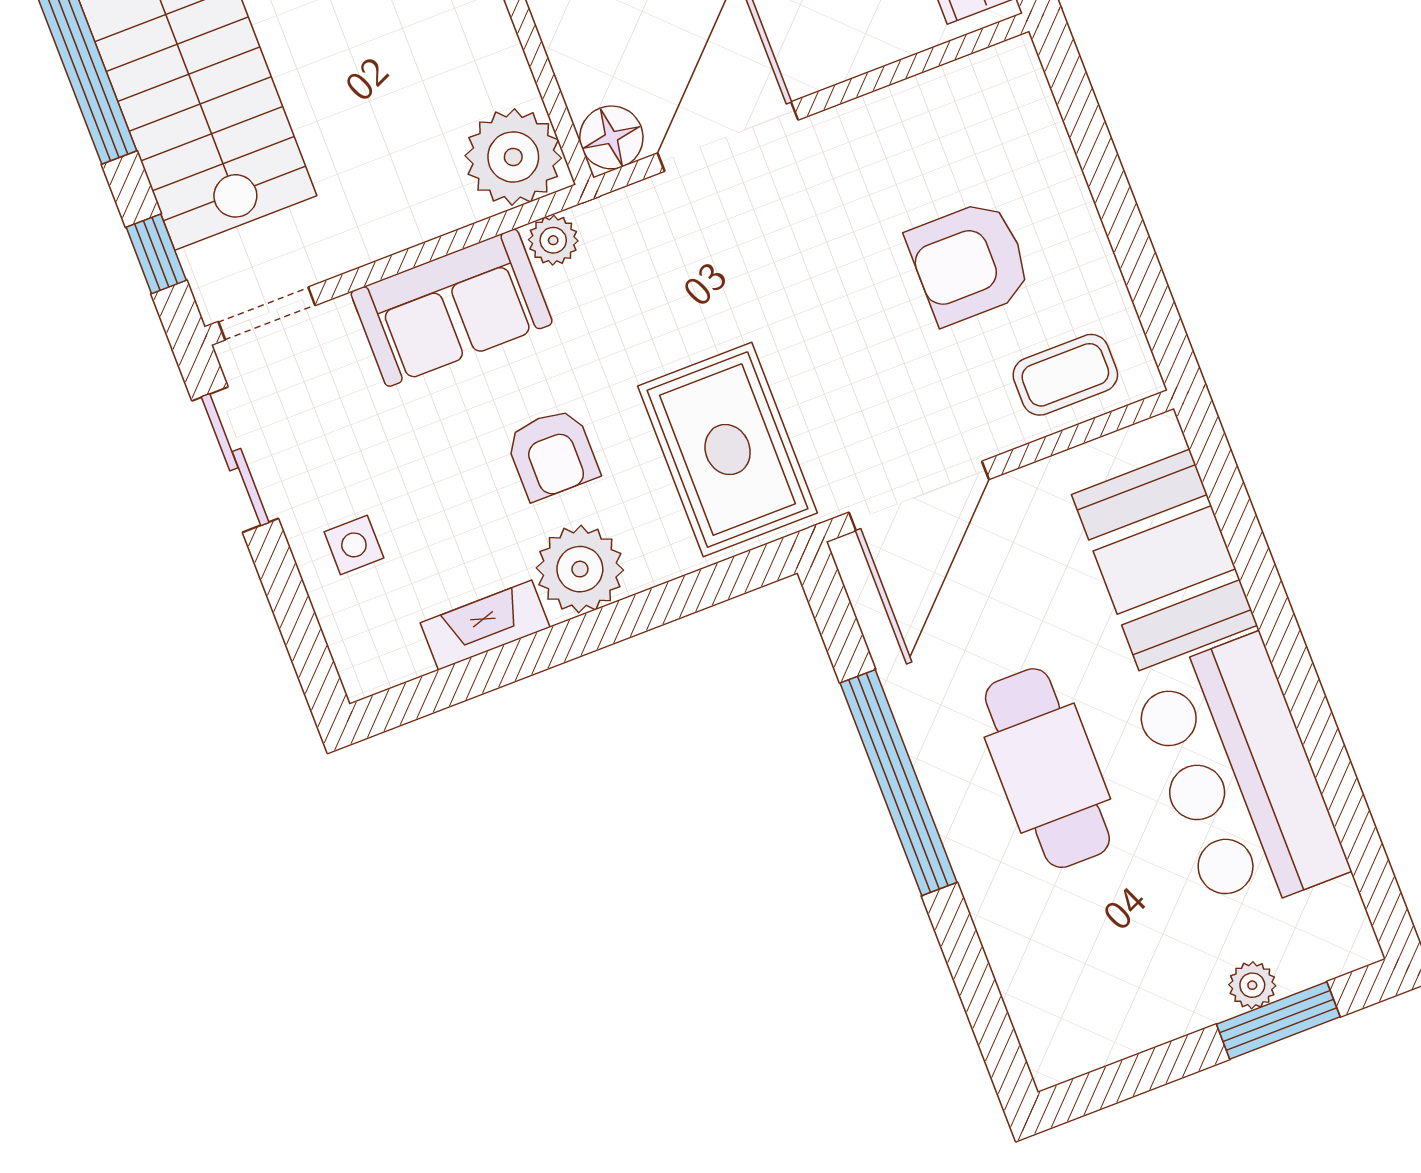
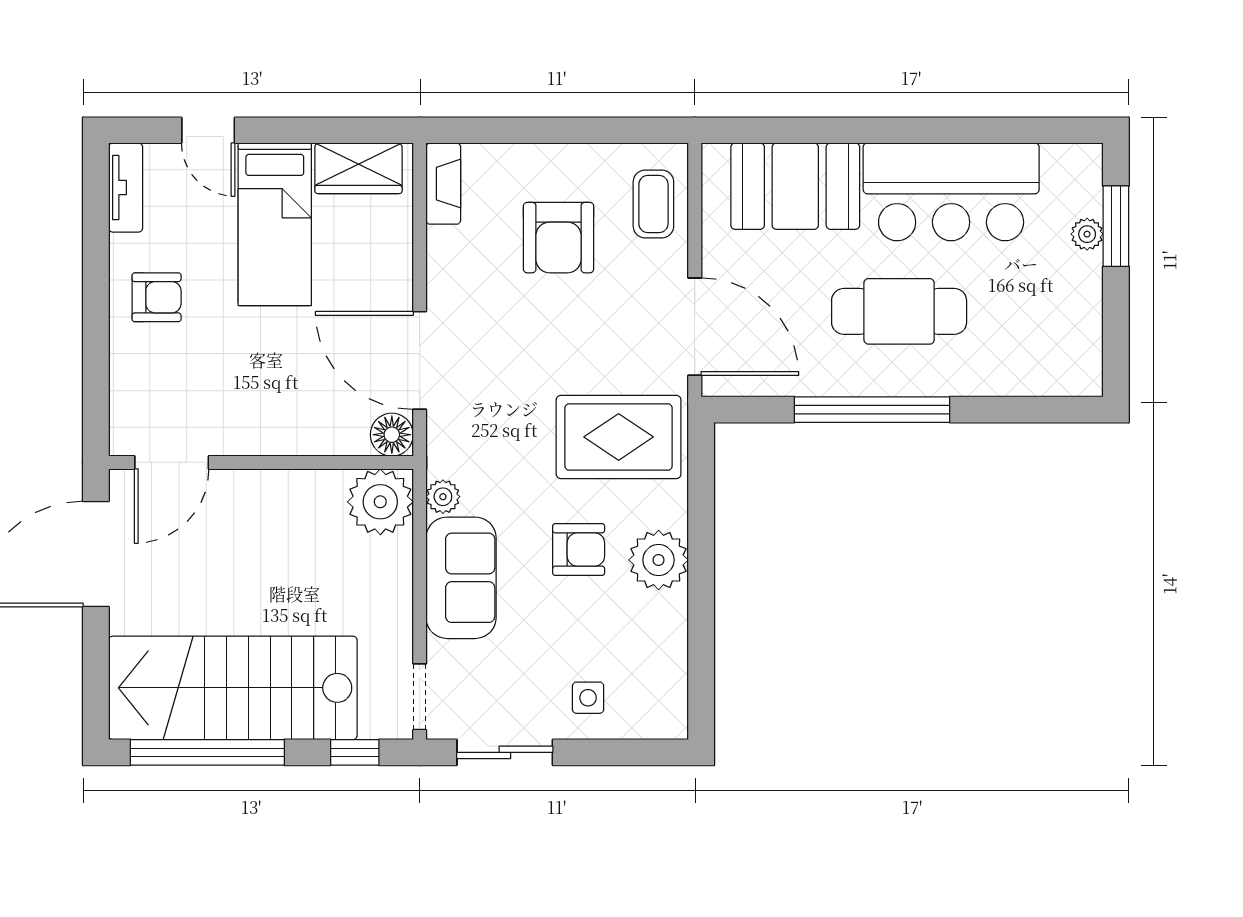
fireplace: (485, 625) -> (443, 184), moved, turned 180

